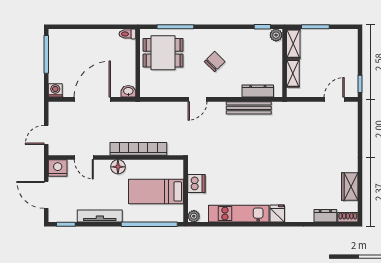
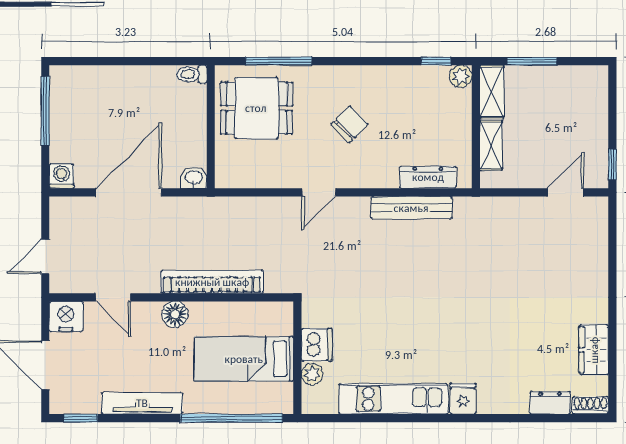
plant: (194, 216) -> (312, 374), moved

